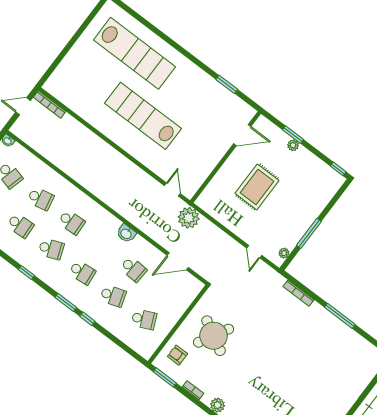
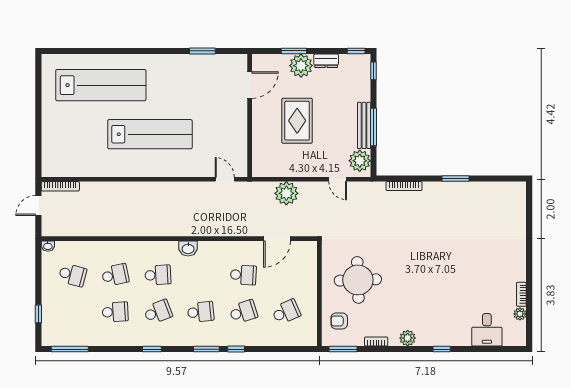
lab bench: (143, 116) -> (150, 134), turned 180
plant: (293, 145) -> (301, 66), width x1.87, depth x1.87
dresser: (311, 160) -> (326, 61), added
window: (340, 193) -> (373, 71), added
plant: (189, 218) -> (286, 193), moved
bench: (303, 227) -> (364, 125), added
washbasin: (126, 234) -> (188, 249), moved
plant: (284, 253) -> (360, 161), width x1.87, depth x1.87
window: (340, 316) -> (455, 179), width x0.69
round table: (214, 336) -> (358, 280), turned -31

